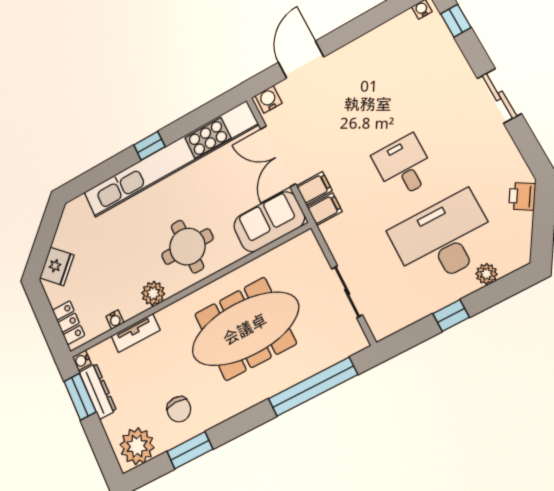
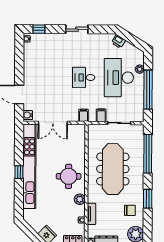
filing cabinet: (314, 188) -> (101, 115), moved
sofa: (269, 222) -> (77, 139), removed
window: (451, 315) -> (148, 90), width x3.17
window: (190, 450) -> (148, 199), moved

